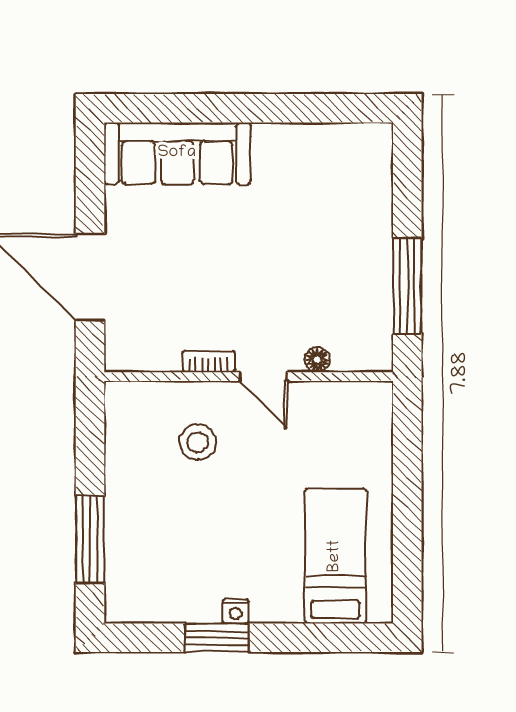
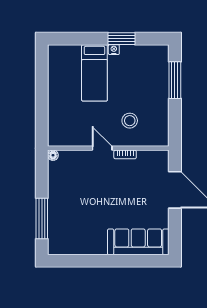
window: (407, 286) -> (42, 218), moved
floor lamp: (317, 360) -> (53, 155), moved
bed: (335, 556) -> (94, 73), moved

